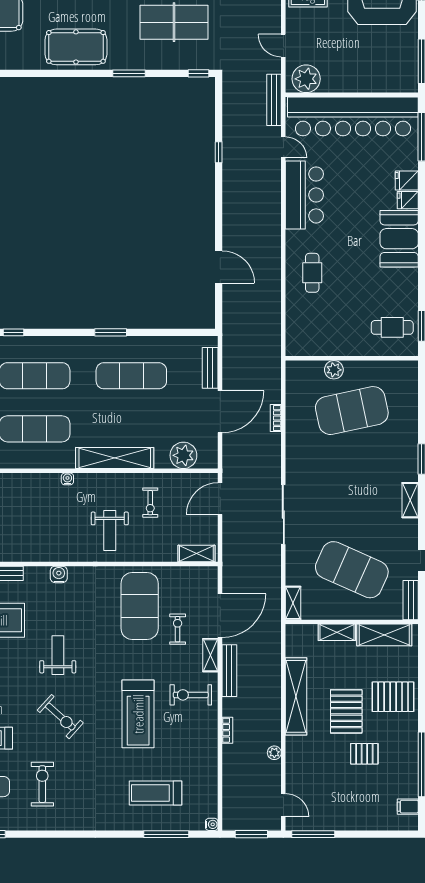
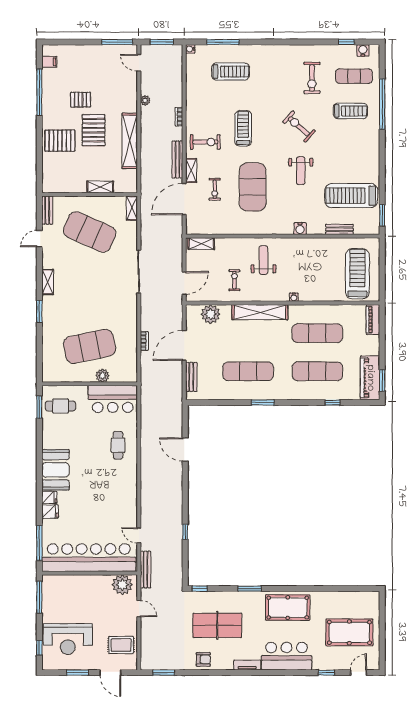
bar counter: (304, 195) -> (113, 399), moved, turned -90
exercise mat: (140, 606) -> (253, 187), moved
shelving: (384, 635) -> (66, 185), removed
treadmill: (138, 714) -> (243, 128), width x0.73, depth x0.73

